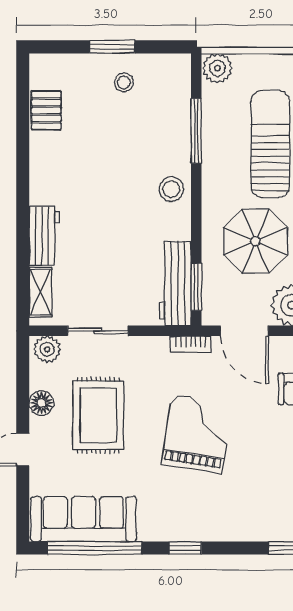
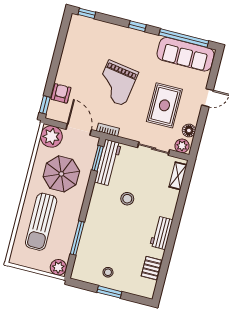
stool: (171, 189) -> (127, 199), moved
workbench: (44, 236) -> (161, 233), moved
floor lamp: (42, 403) -> (189, 130), moved

